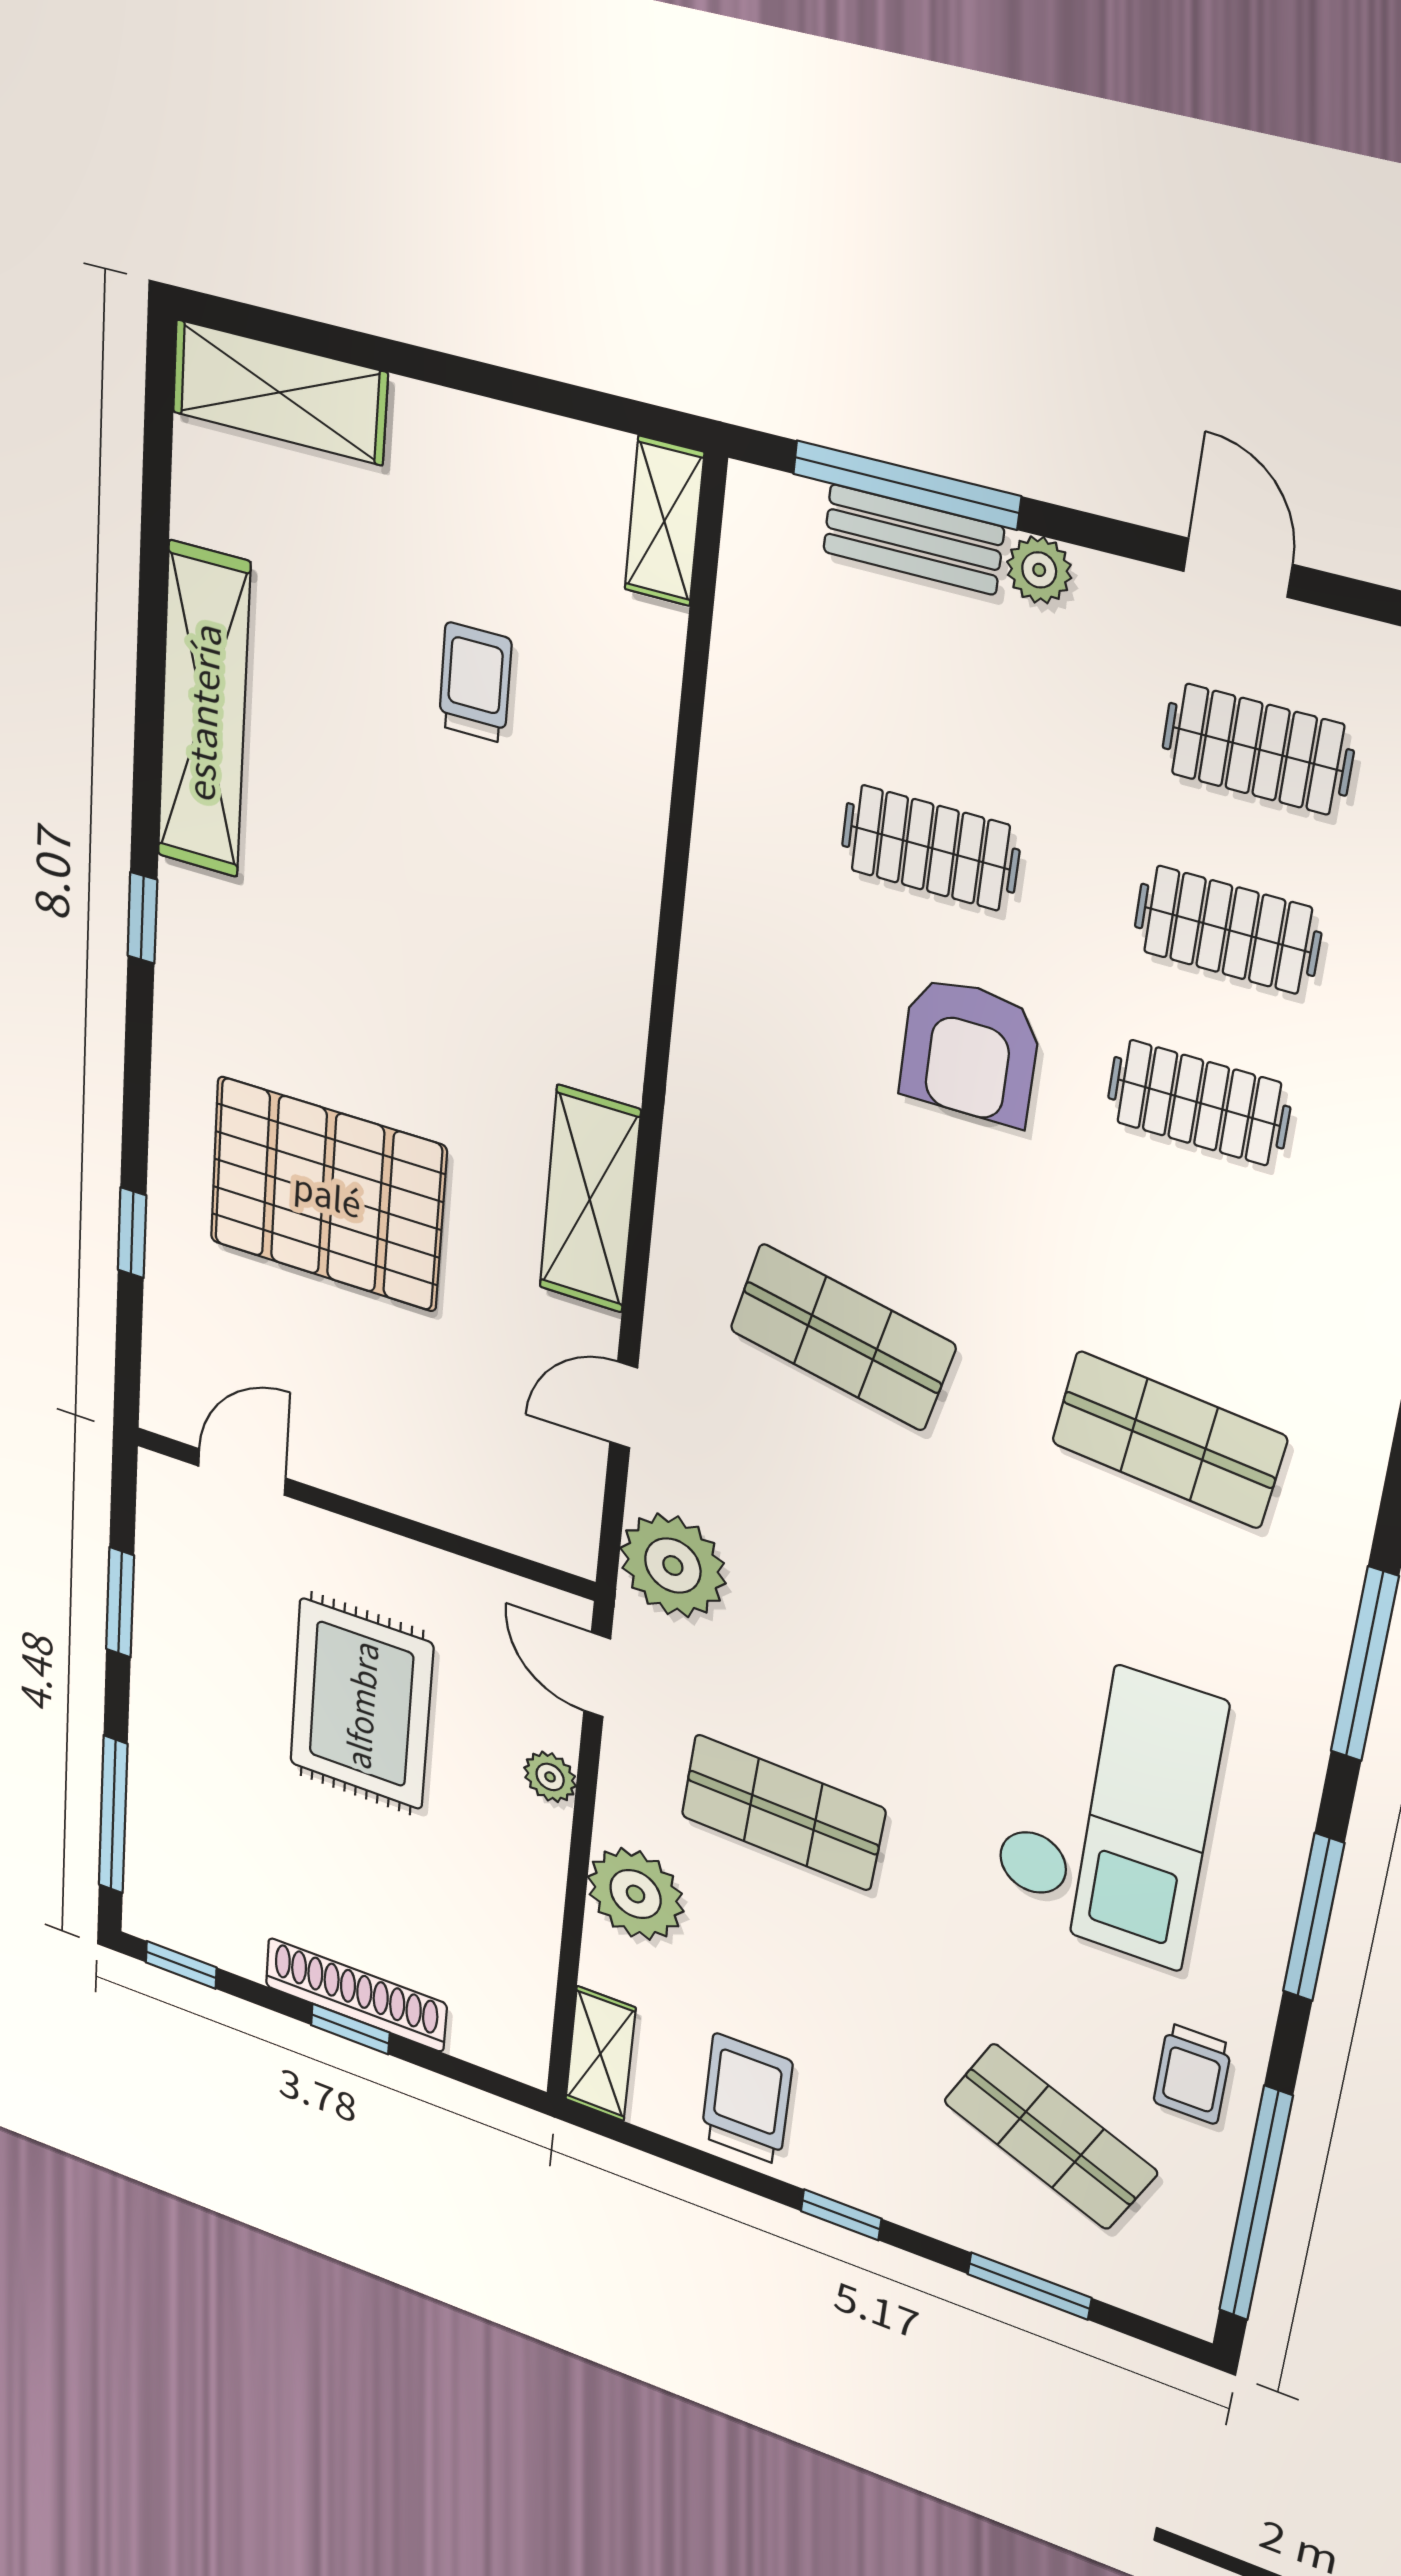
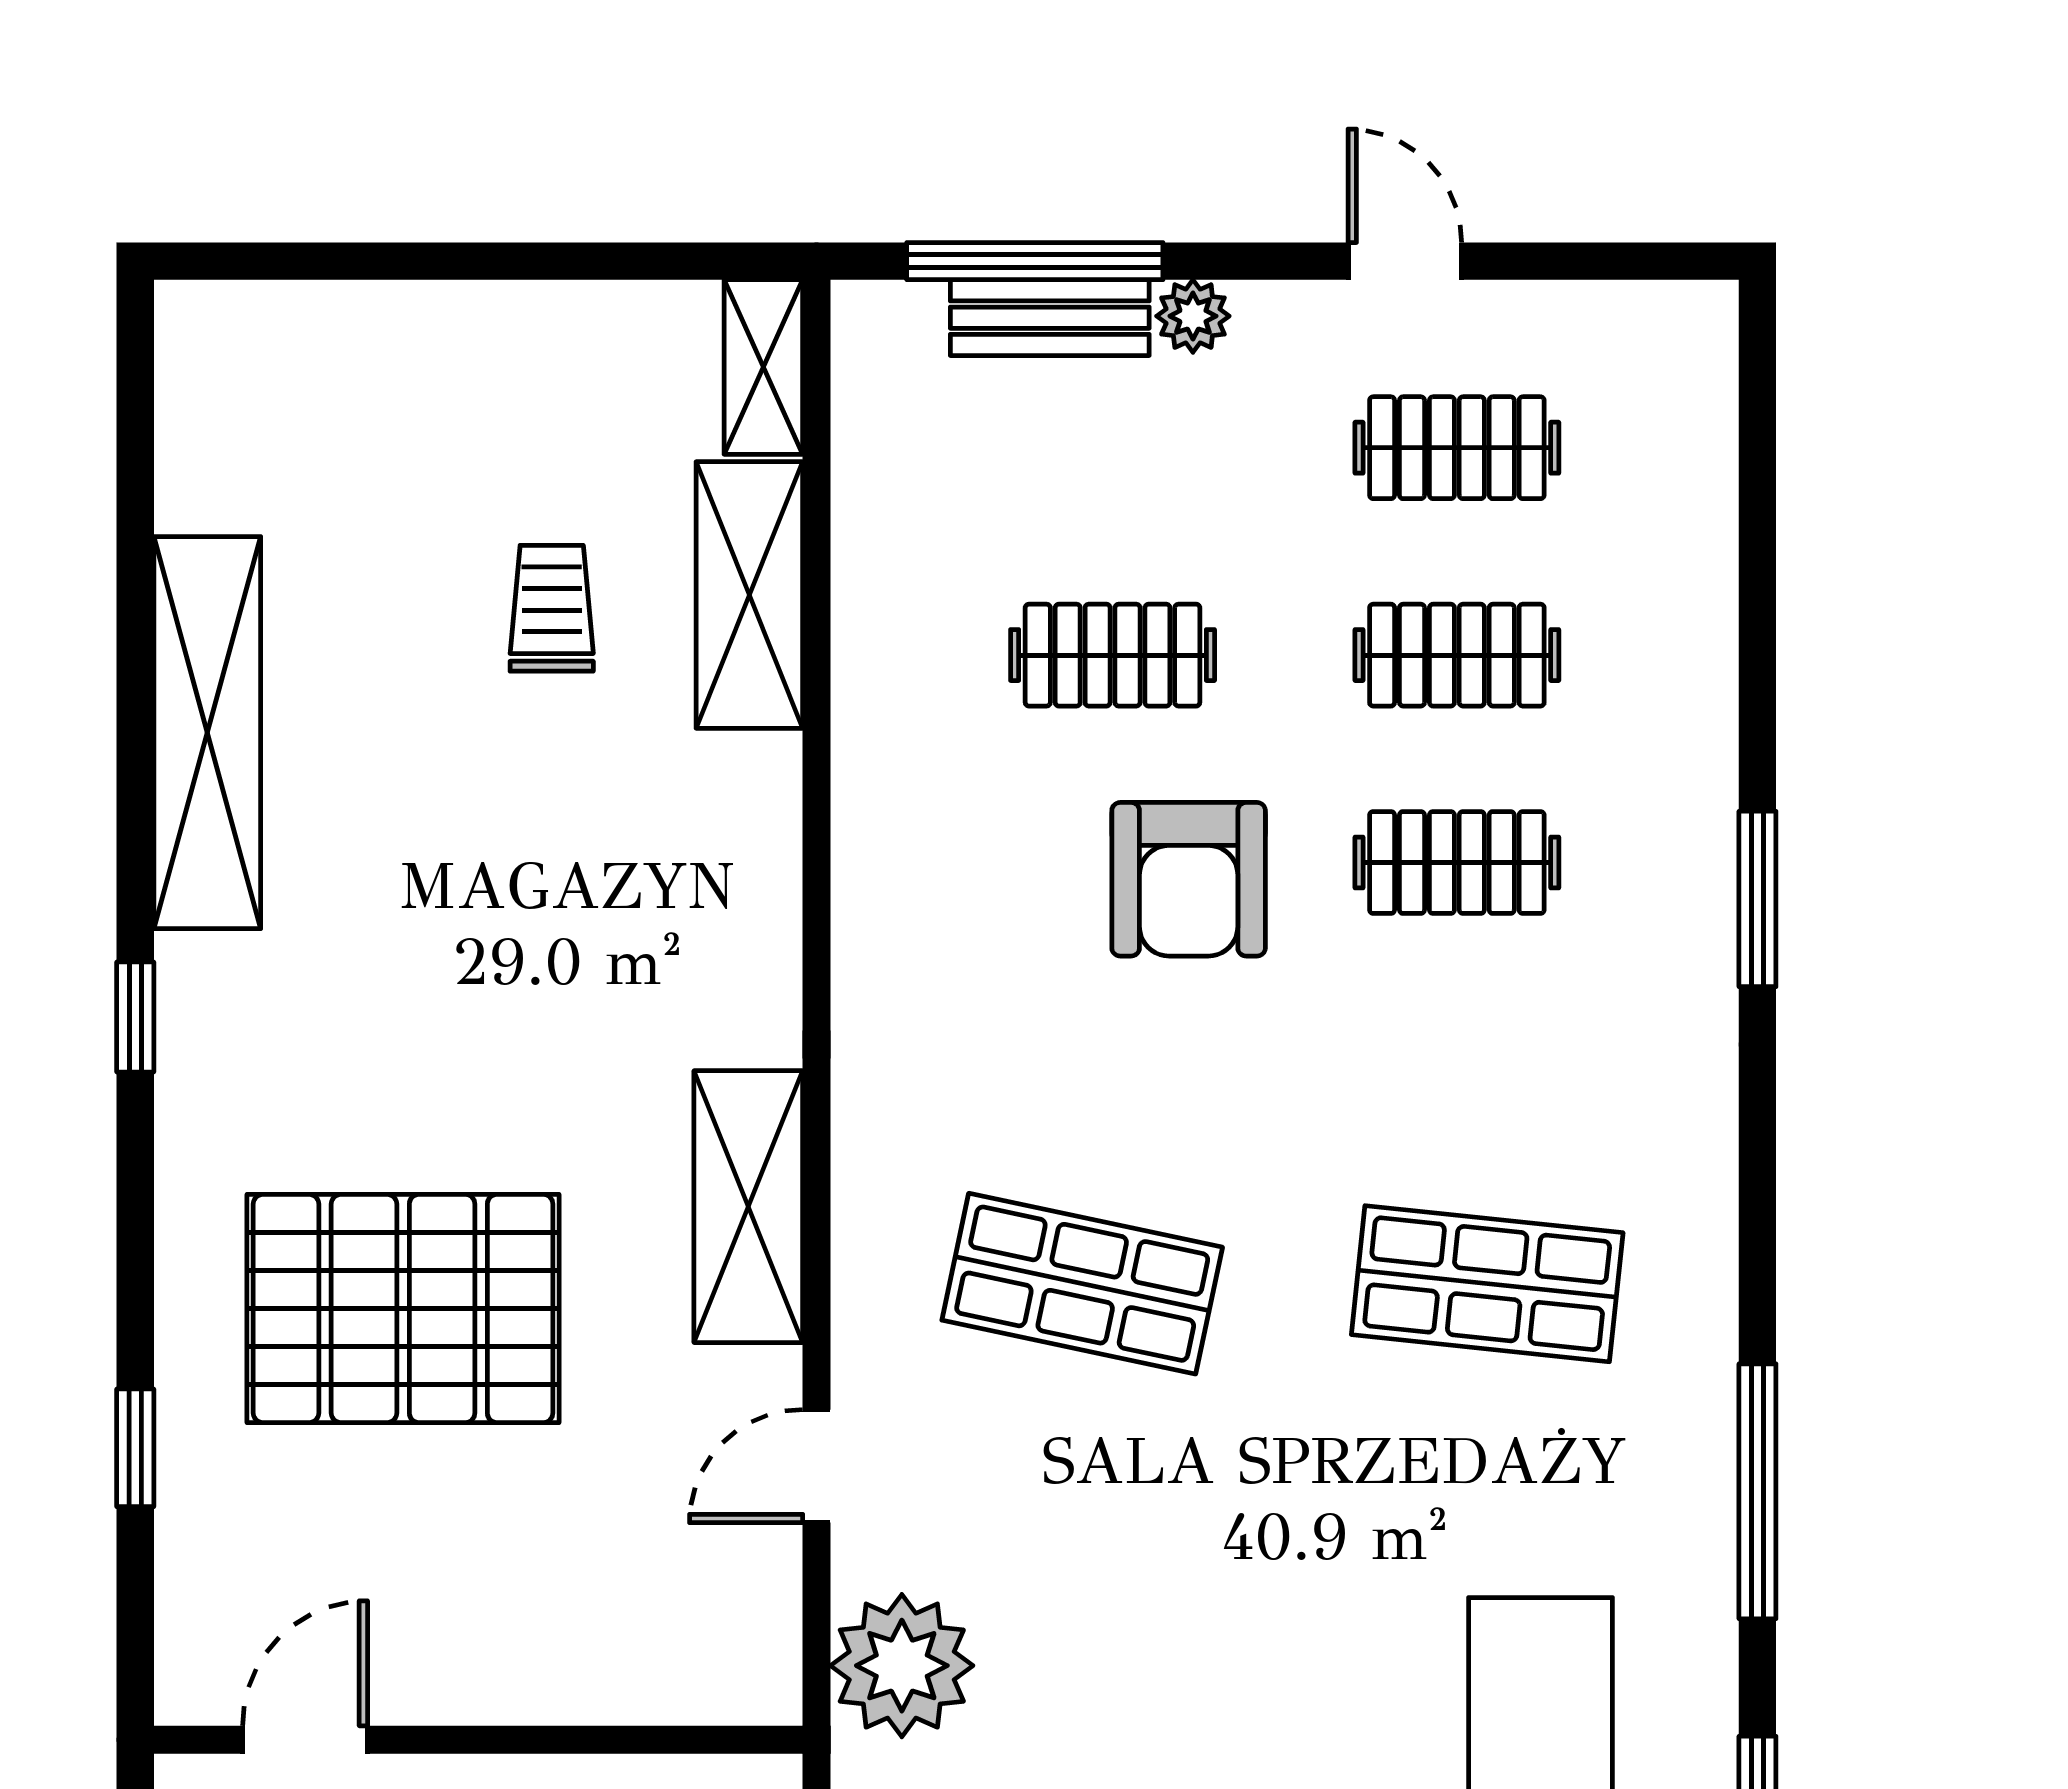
shelving: (279, 392) -> (749, 595), moved, turned 90

